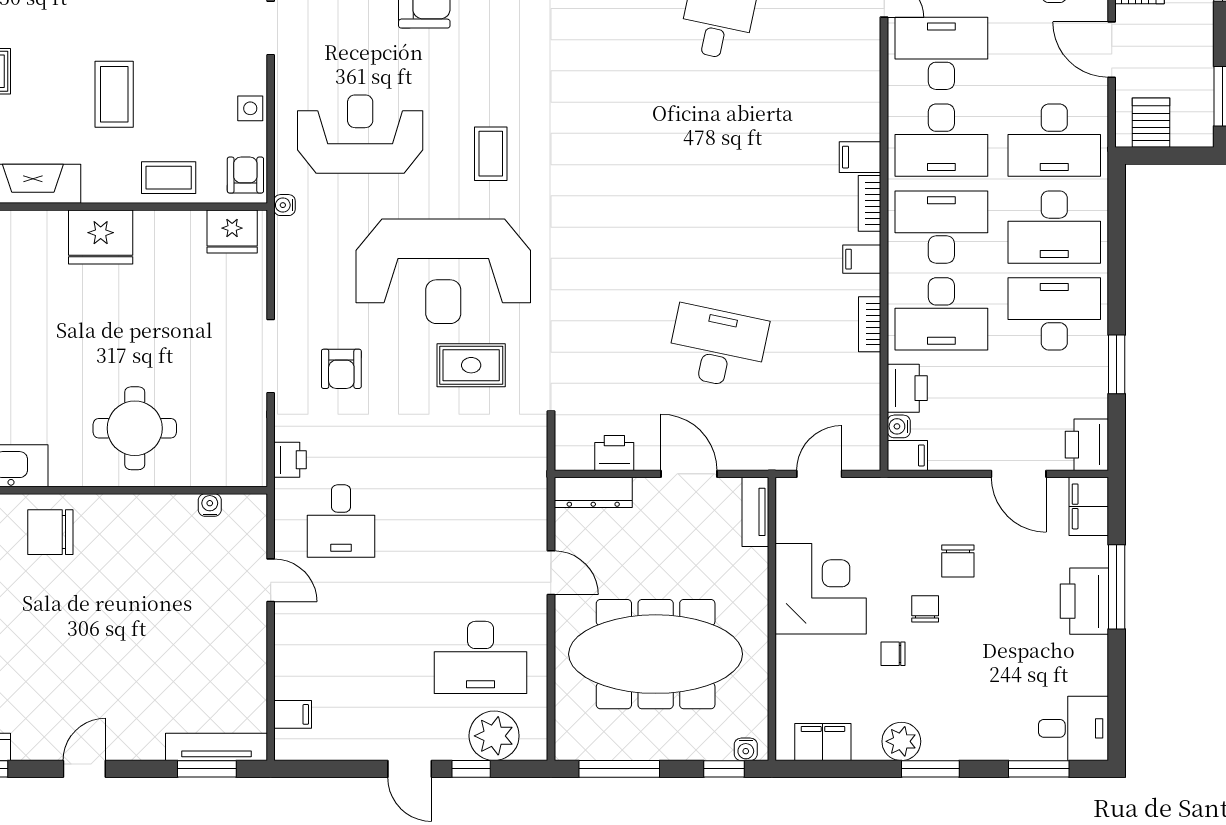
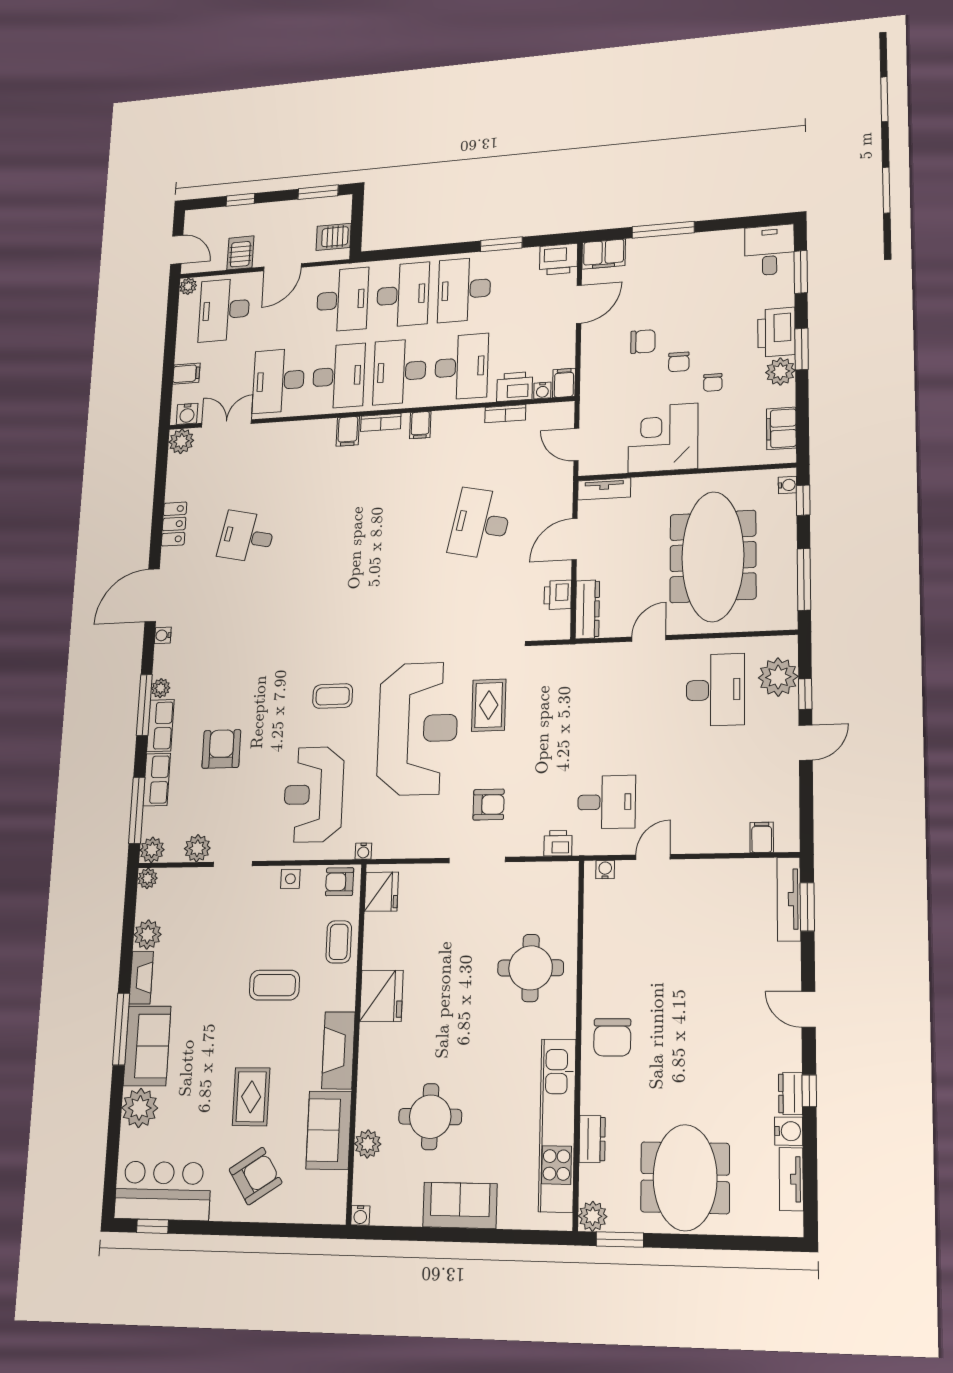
bookcase: (870, 324) -> (505, 414), moved
water cooler: (210, 505) -> (605, 870), moved, turned 90
printer: (1084, 601) -> (776, 332), moved, turned 90
chair: (925, 609) -> (679, 362), turned -90

